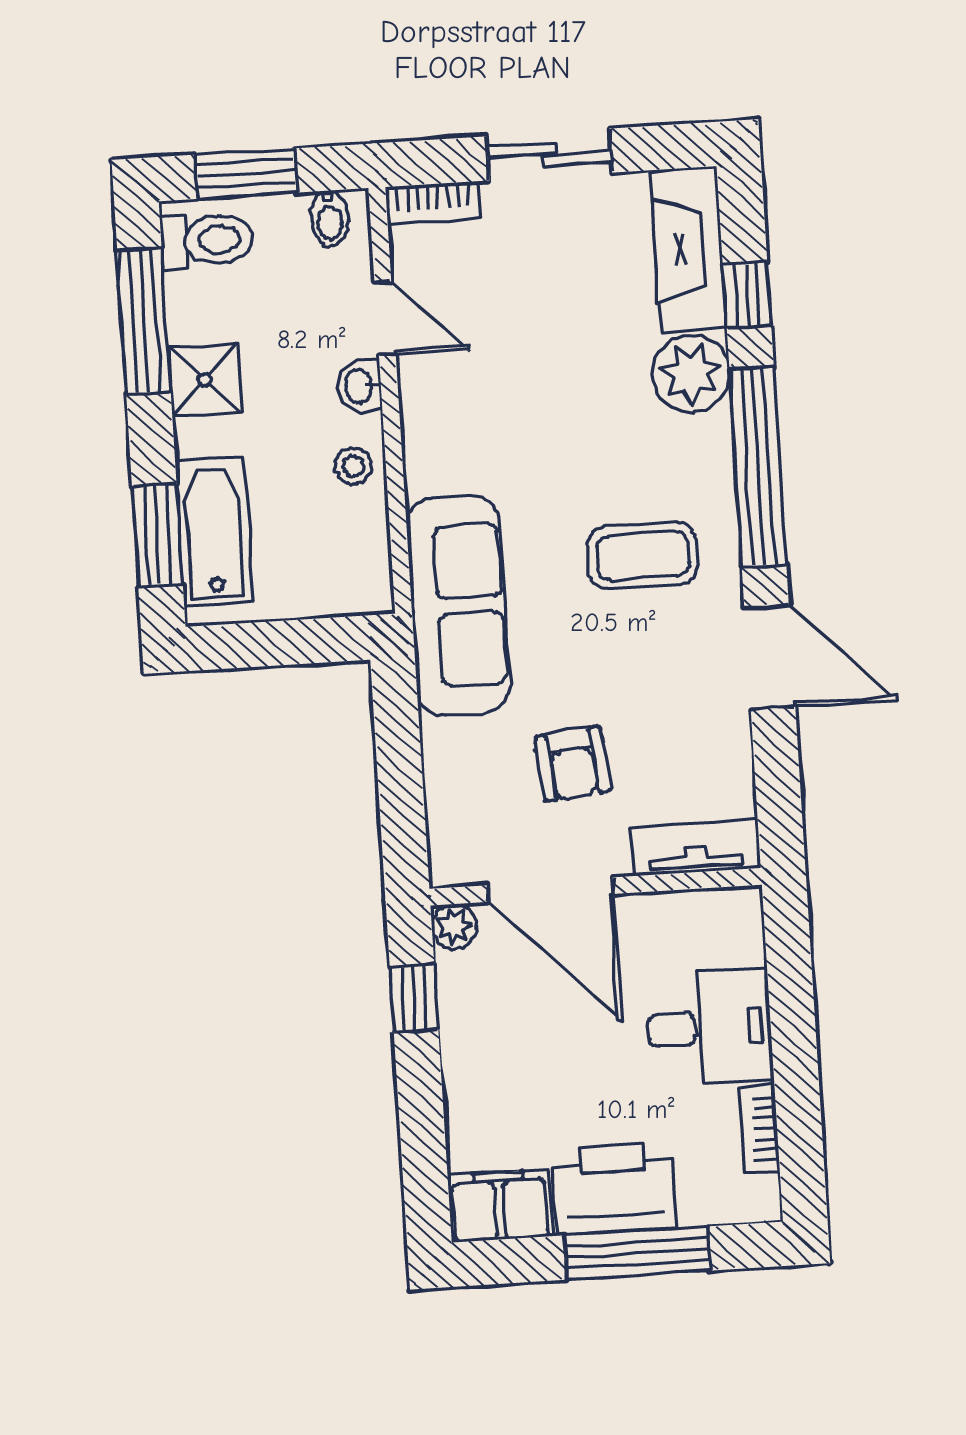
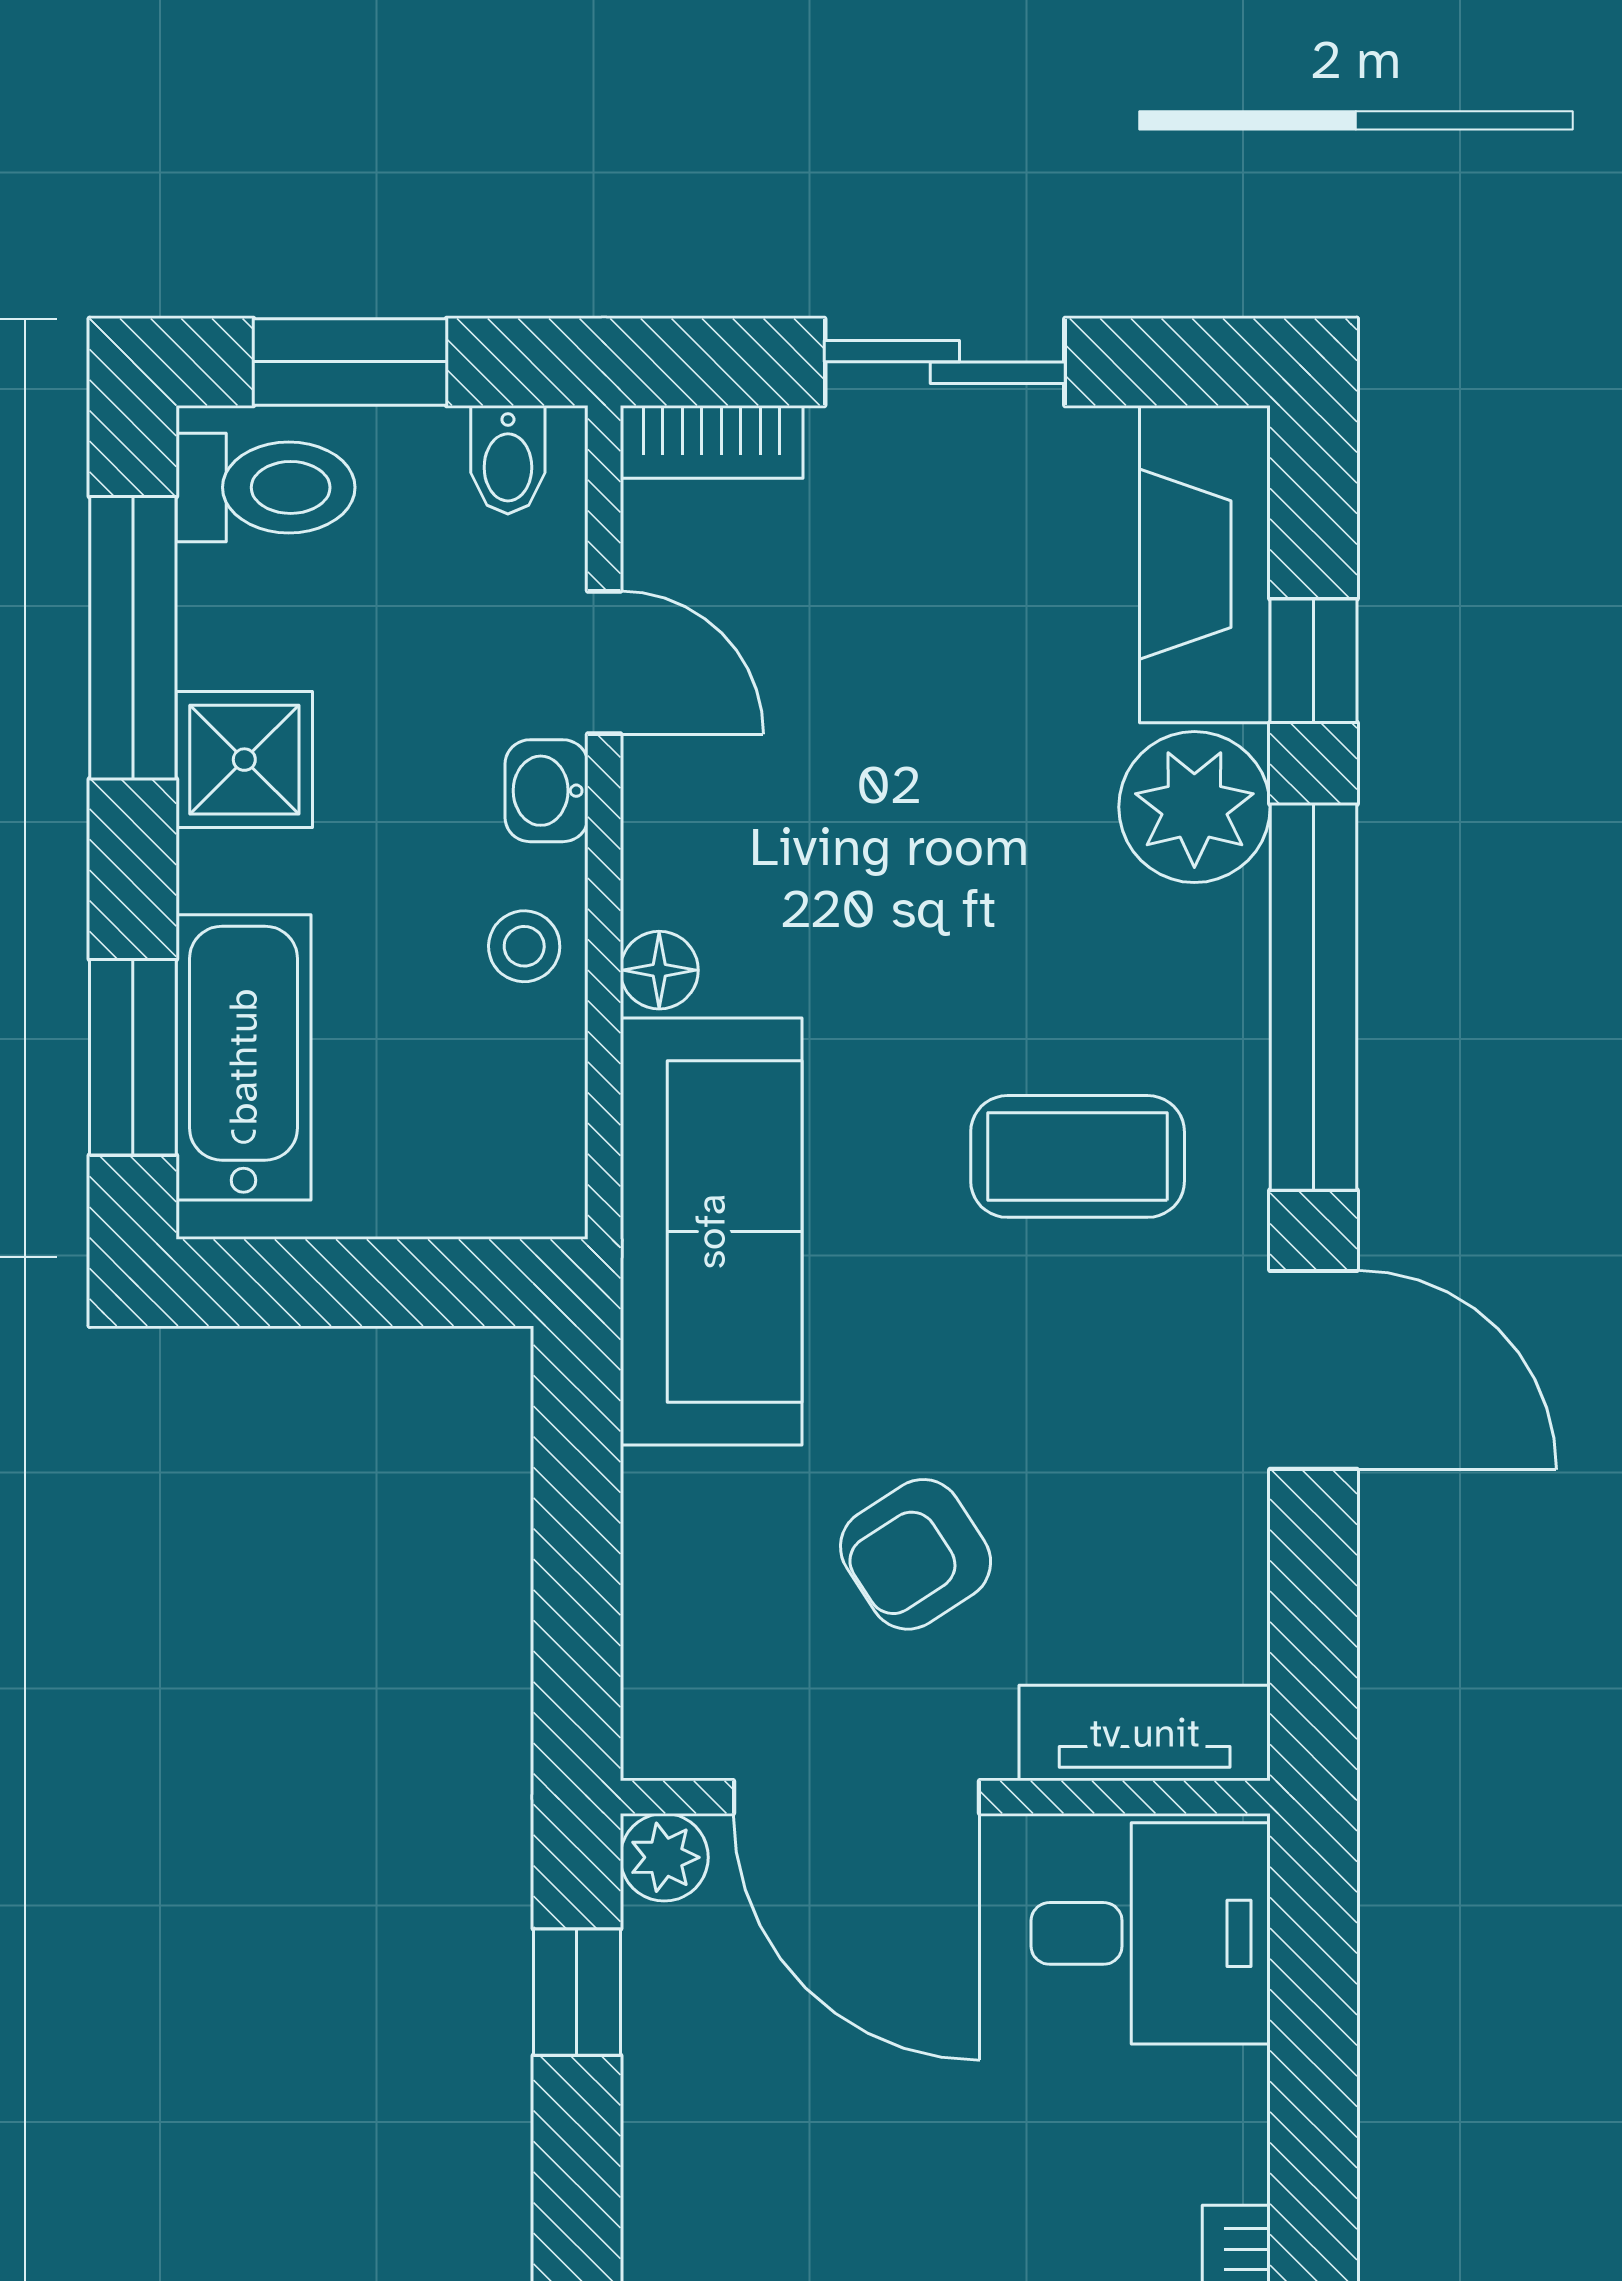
floor lamp: (423, 474) -> (659, 970), added
armchair: (573, 764) -> (916, 1554), turned 63
desk: (710, 1027) -> (1151, 1933), moved

